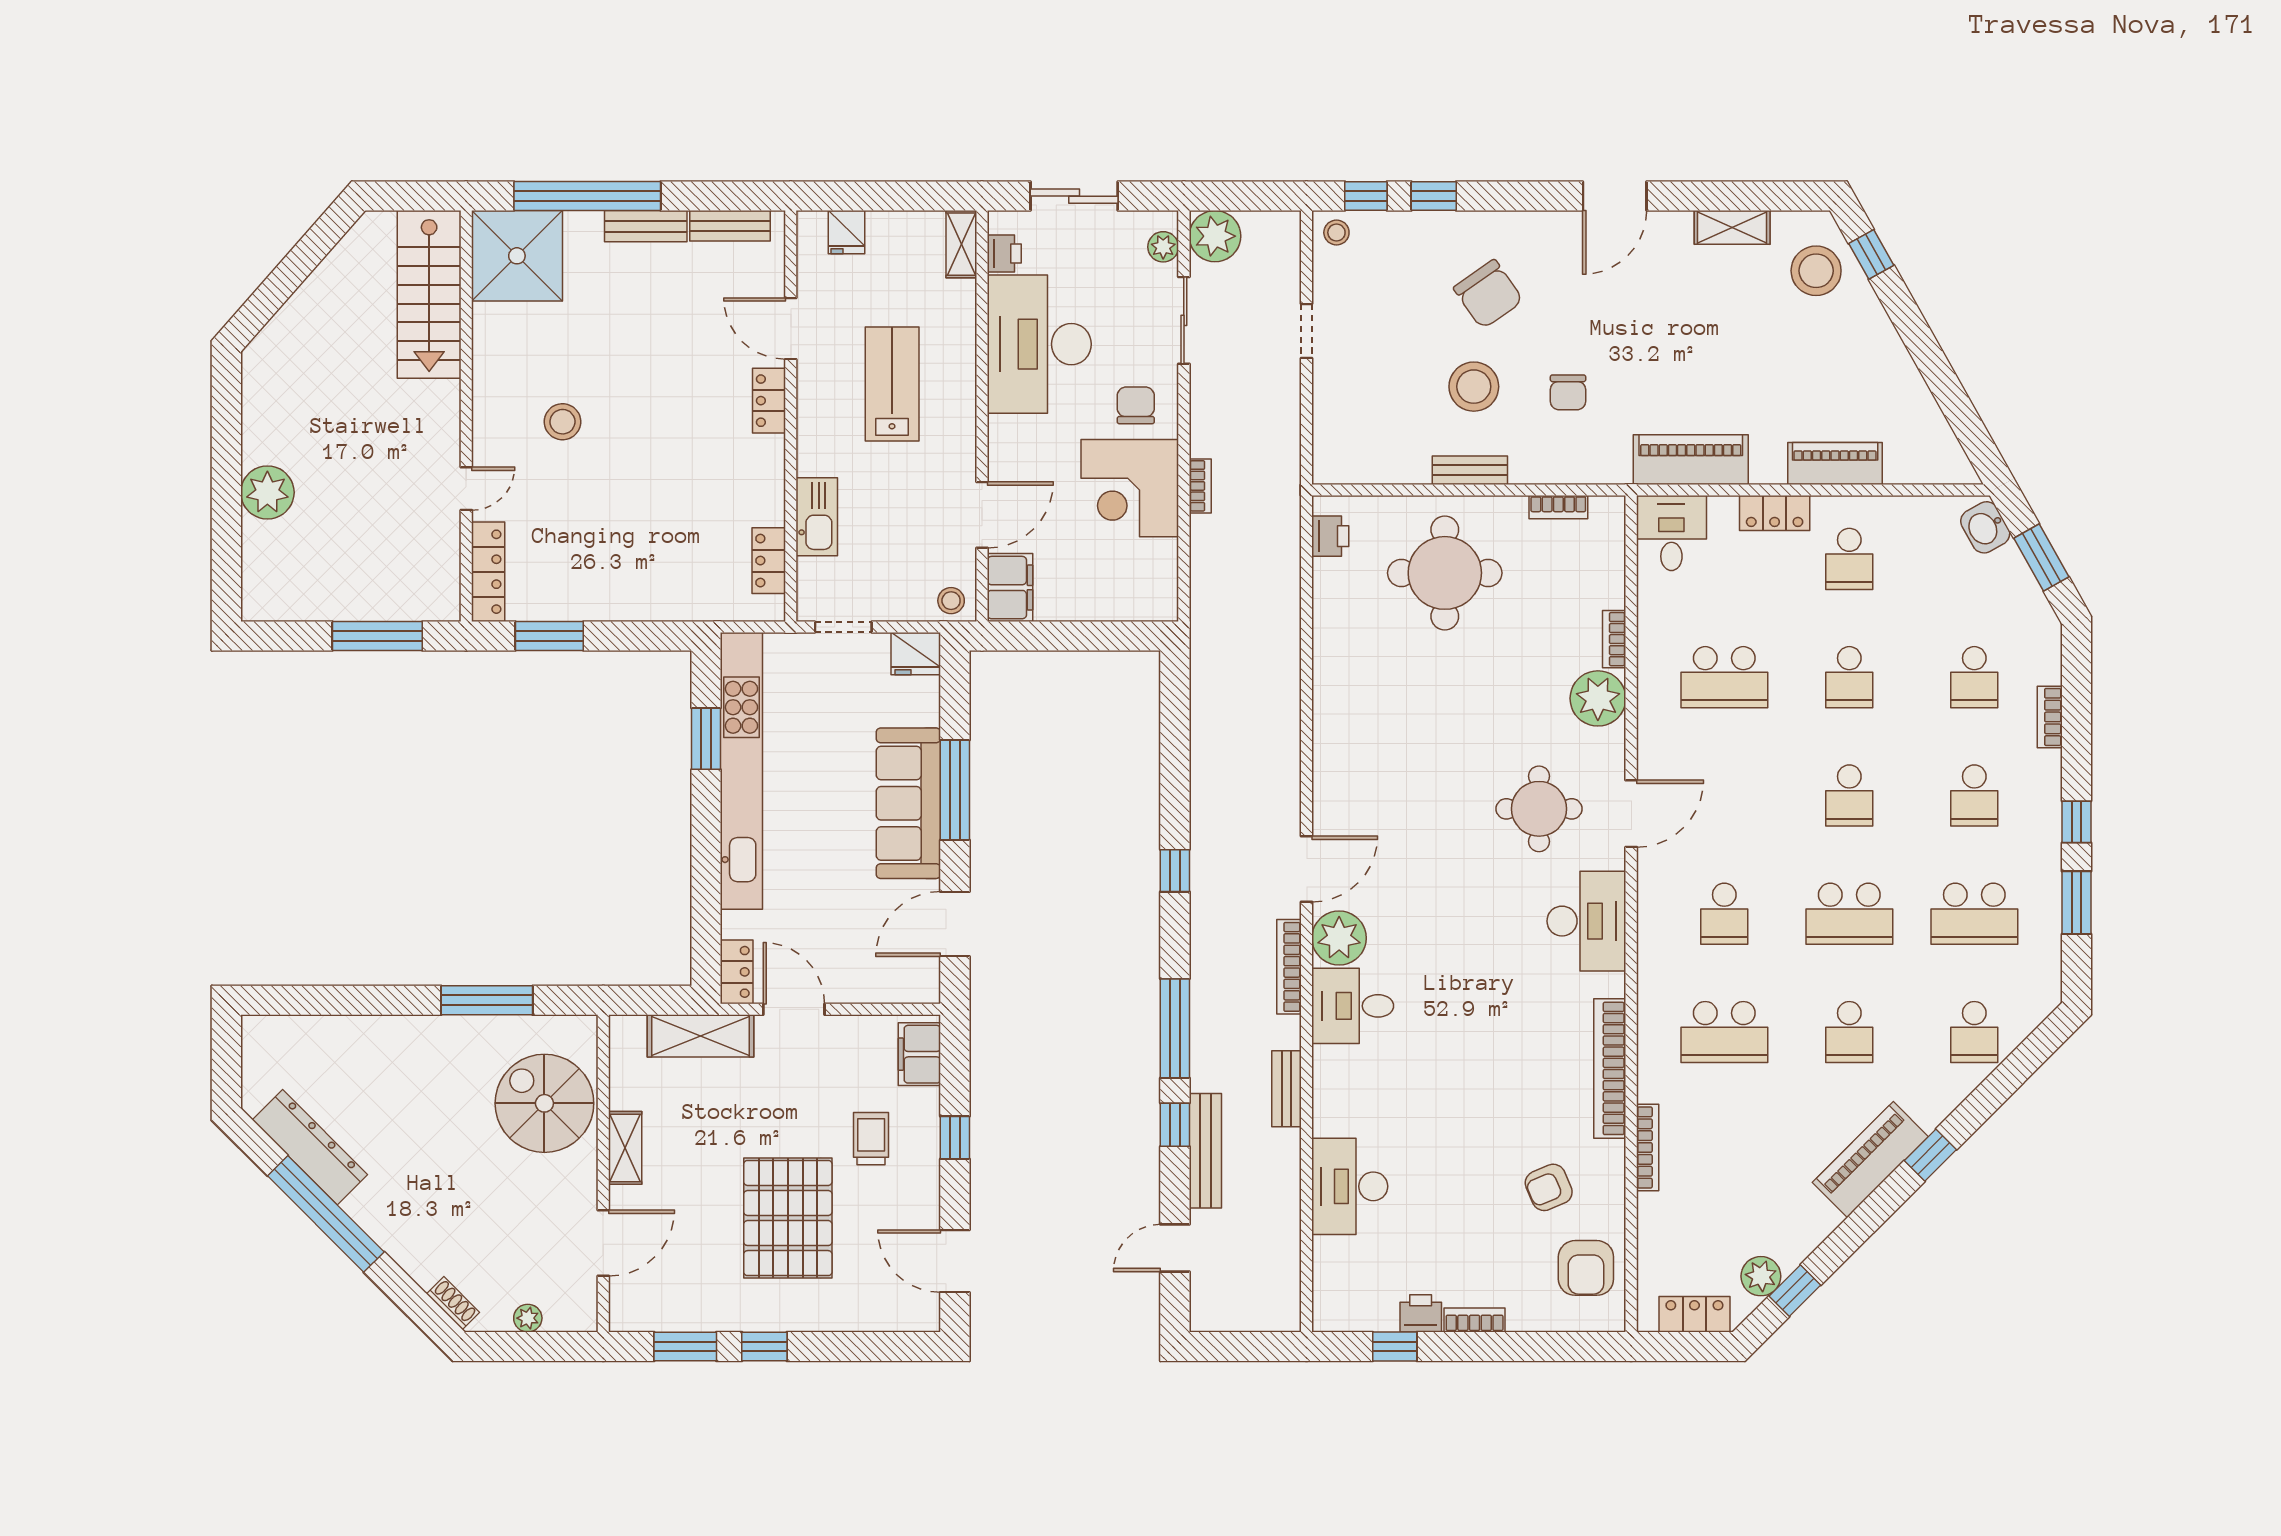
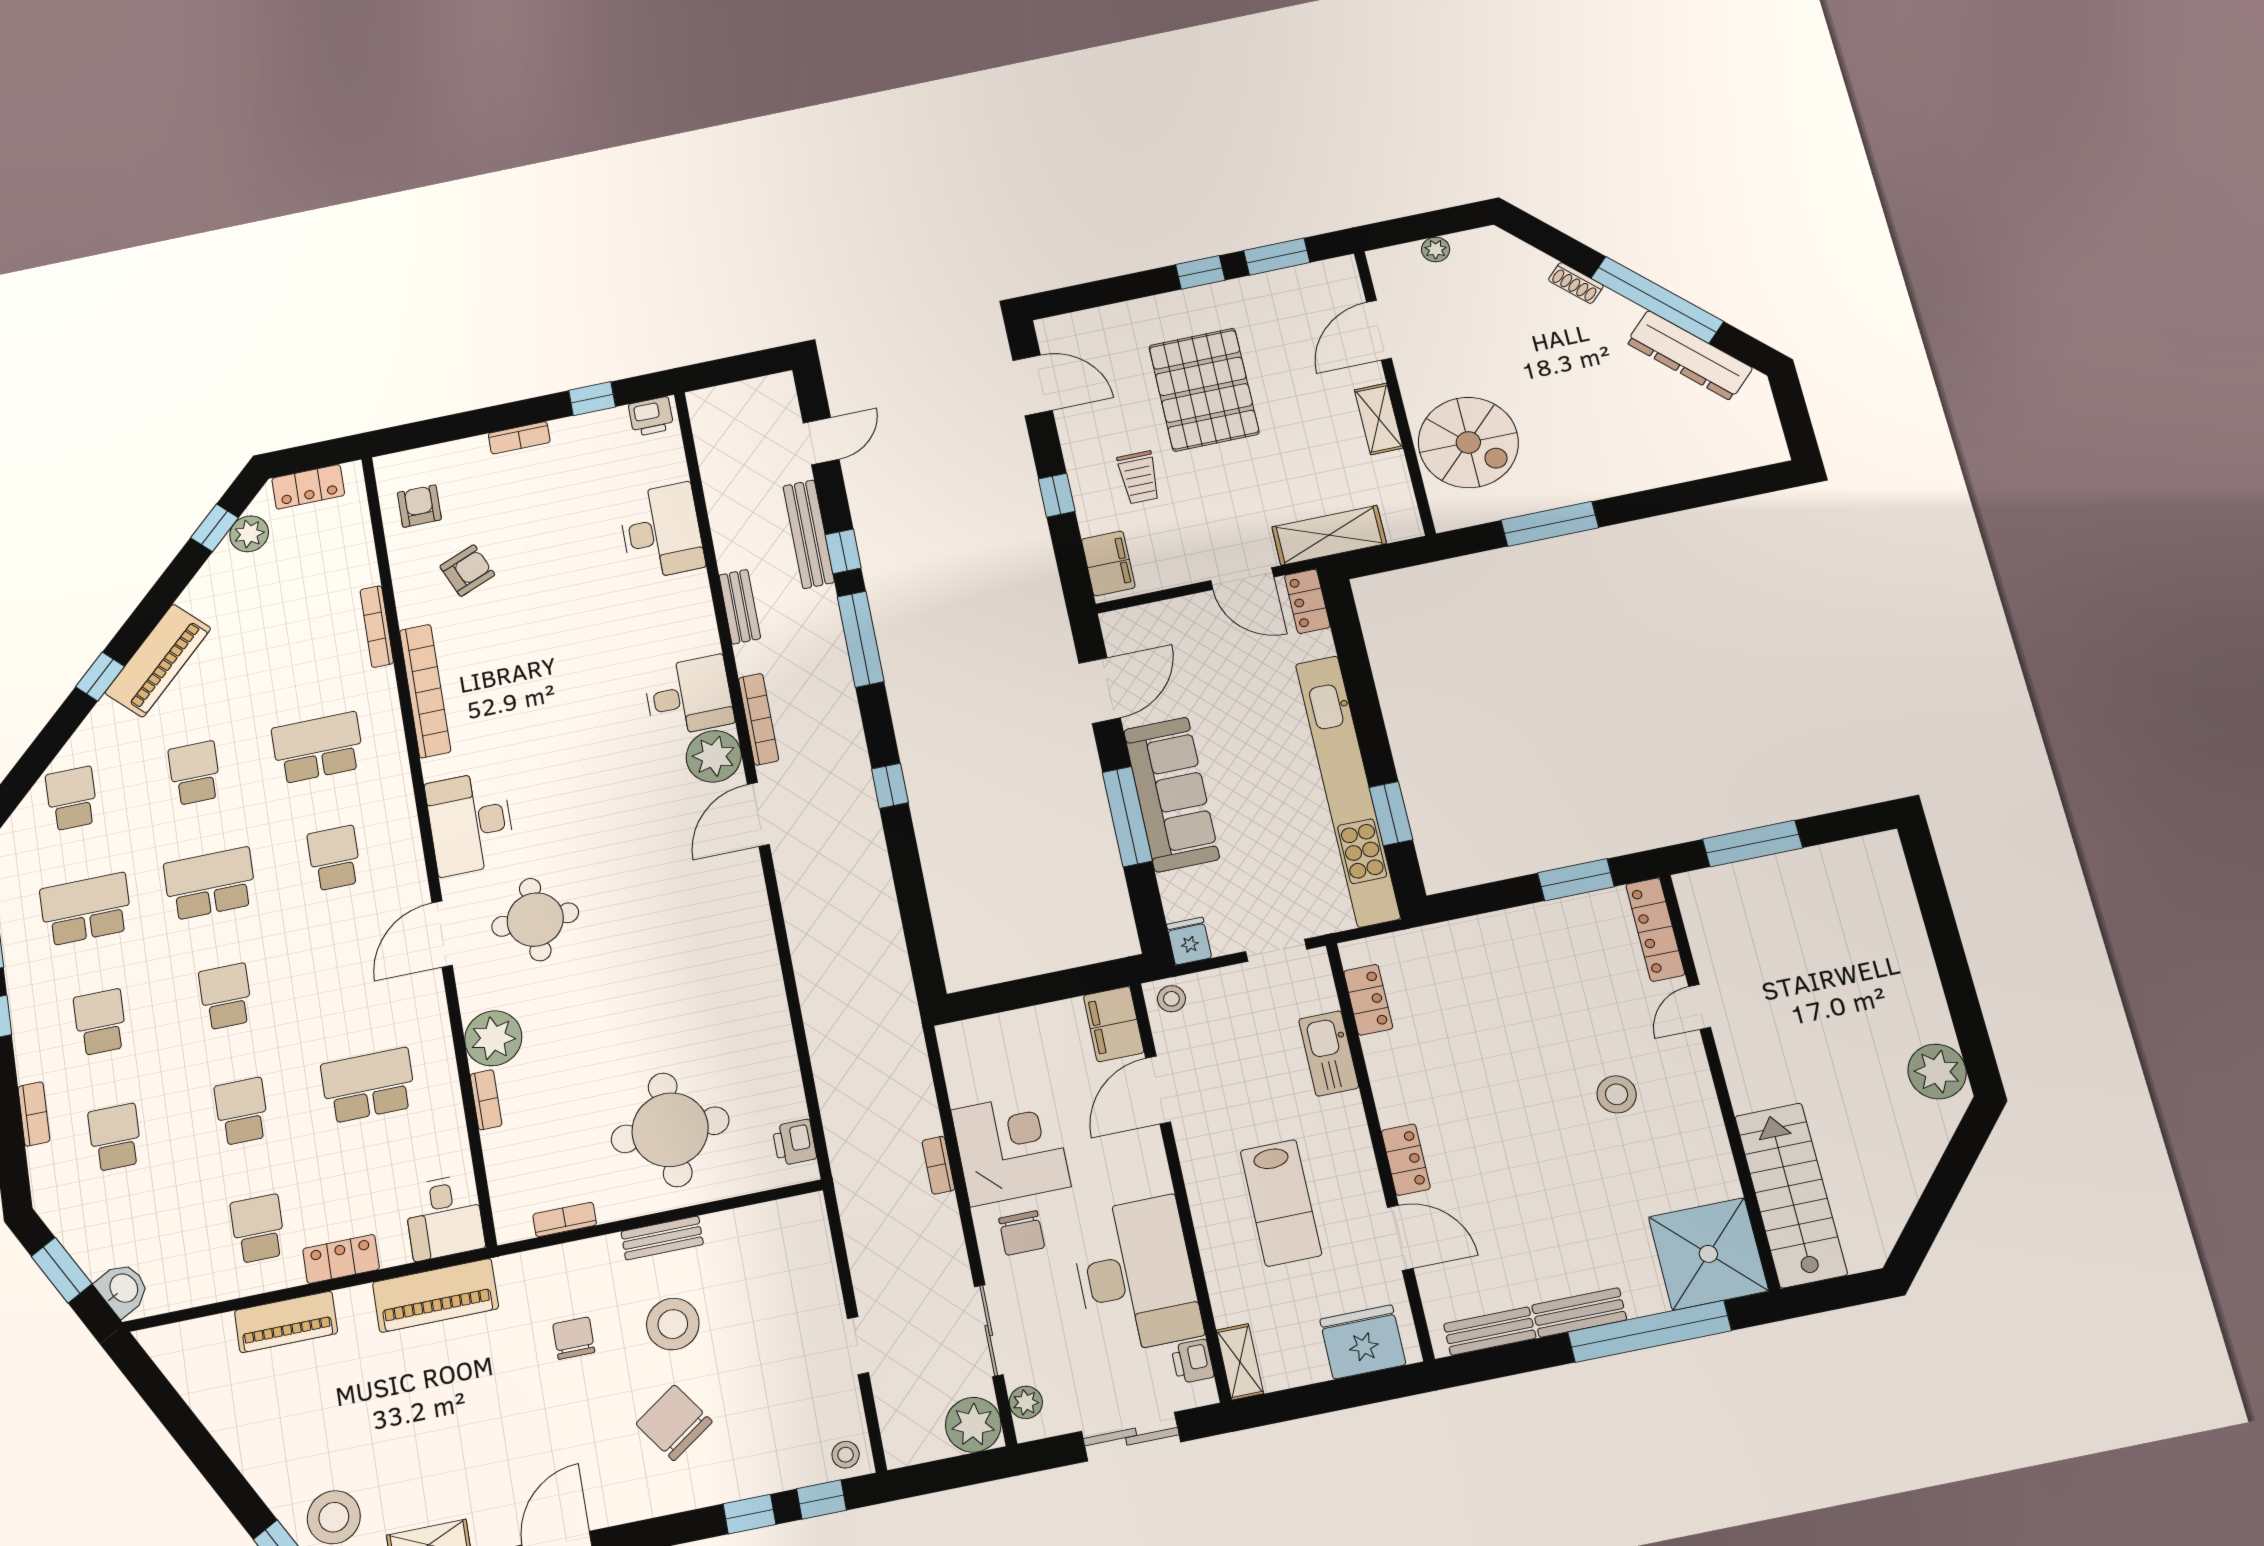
fridge: (847, 232) -> (1363, 1342), width x1.88, depth x1.34
plant: (267, 492) -> (1937, 1072), moved
fridge: (916, 654) -> (1189, 941), width x0.72
armchair: (1586, 1268) -> (419, 506), width x0.72, depth x0.72
shoe rack: (453, 1303) -> (1576, 283), moved
printer: (1421, 1313) -> (651, 416), moved

